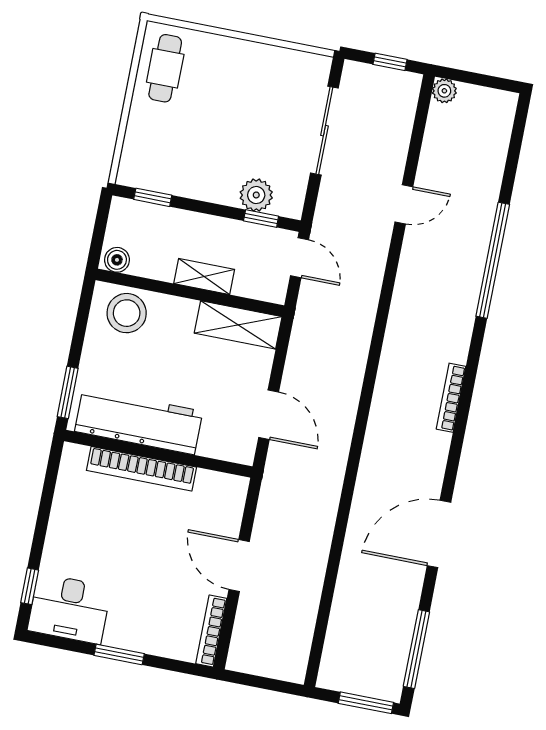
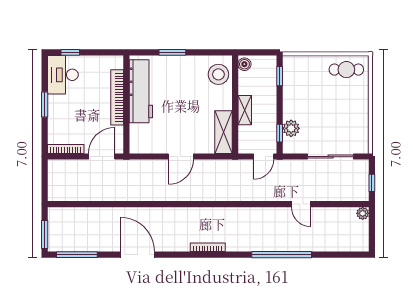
workbench: (139, 421) -> (141, 91), moved
wall: (158, 454) -> (126, 104), moved
bookcase: (142, 469) -> (117, 97), moved

